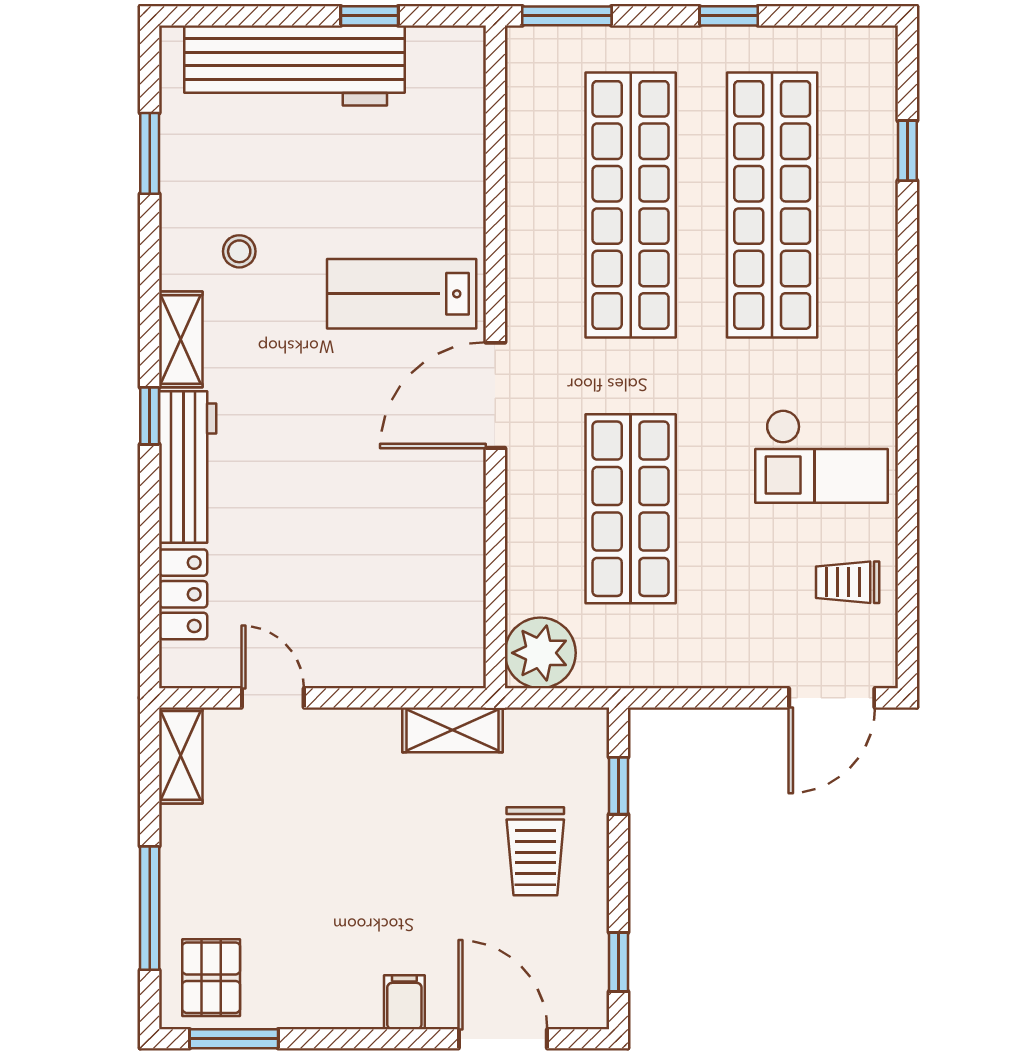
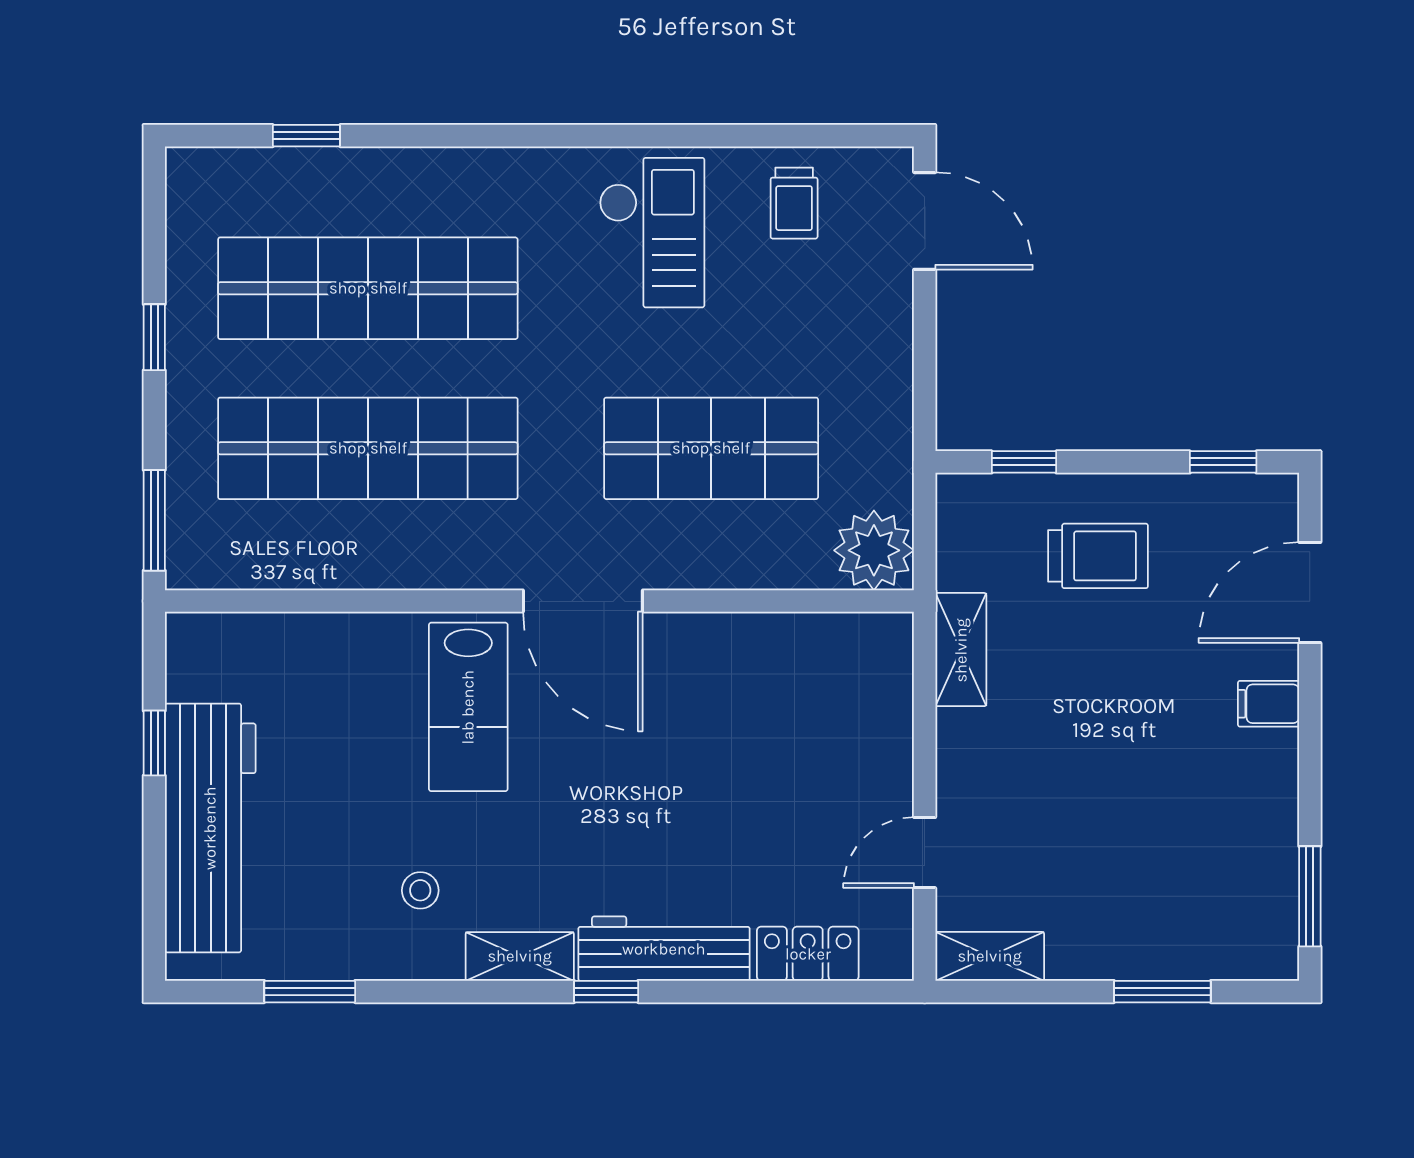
window: (150, 908) -> (1162, 992), width x0.69
pallet: (211, 978) -> (1241, 922), removed

